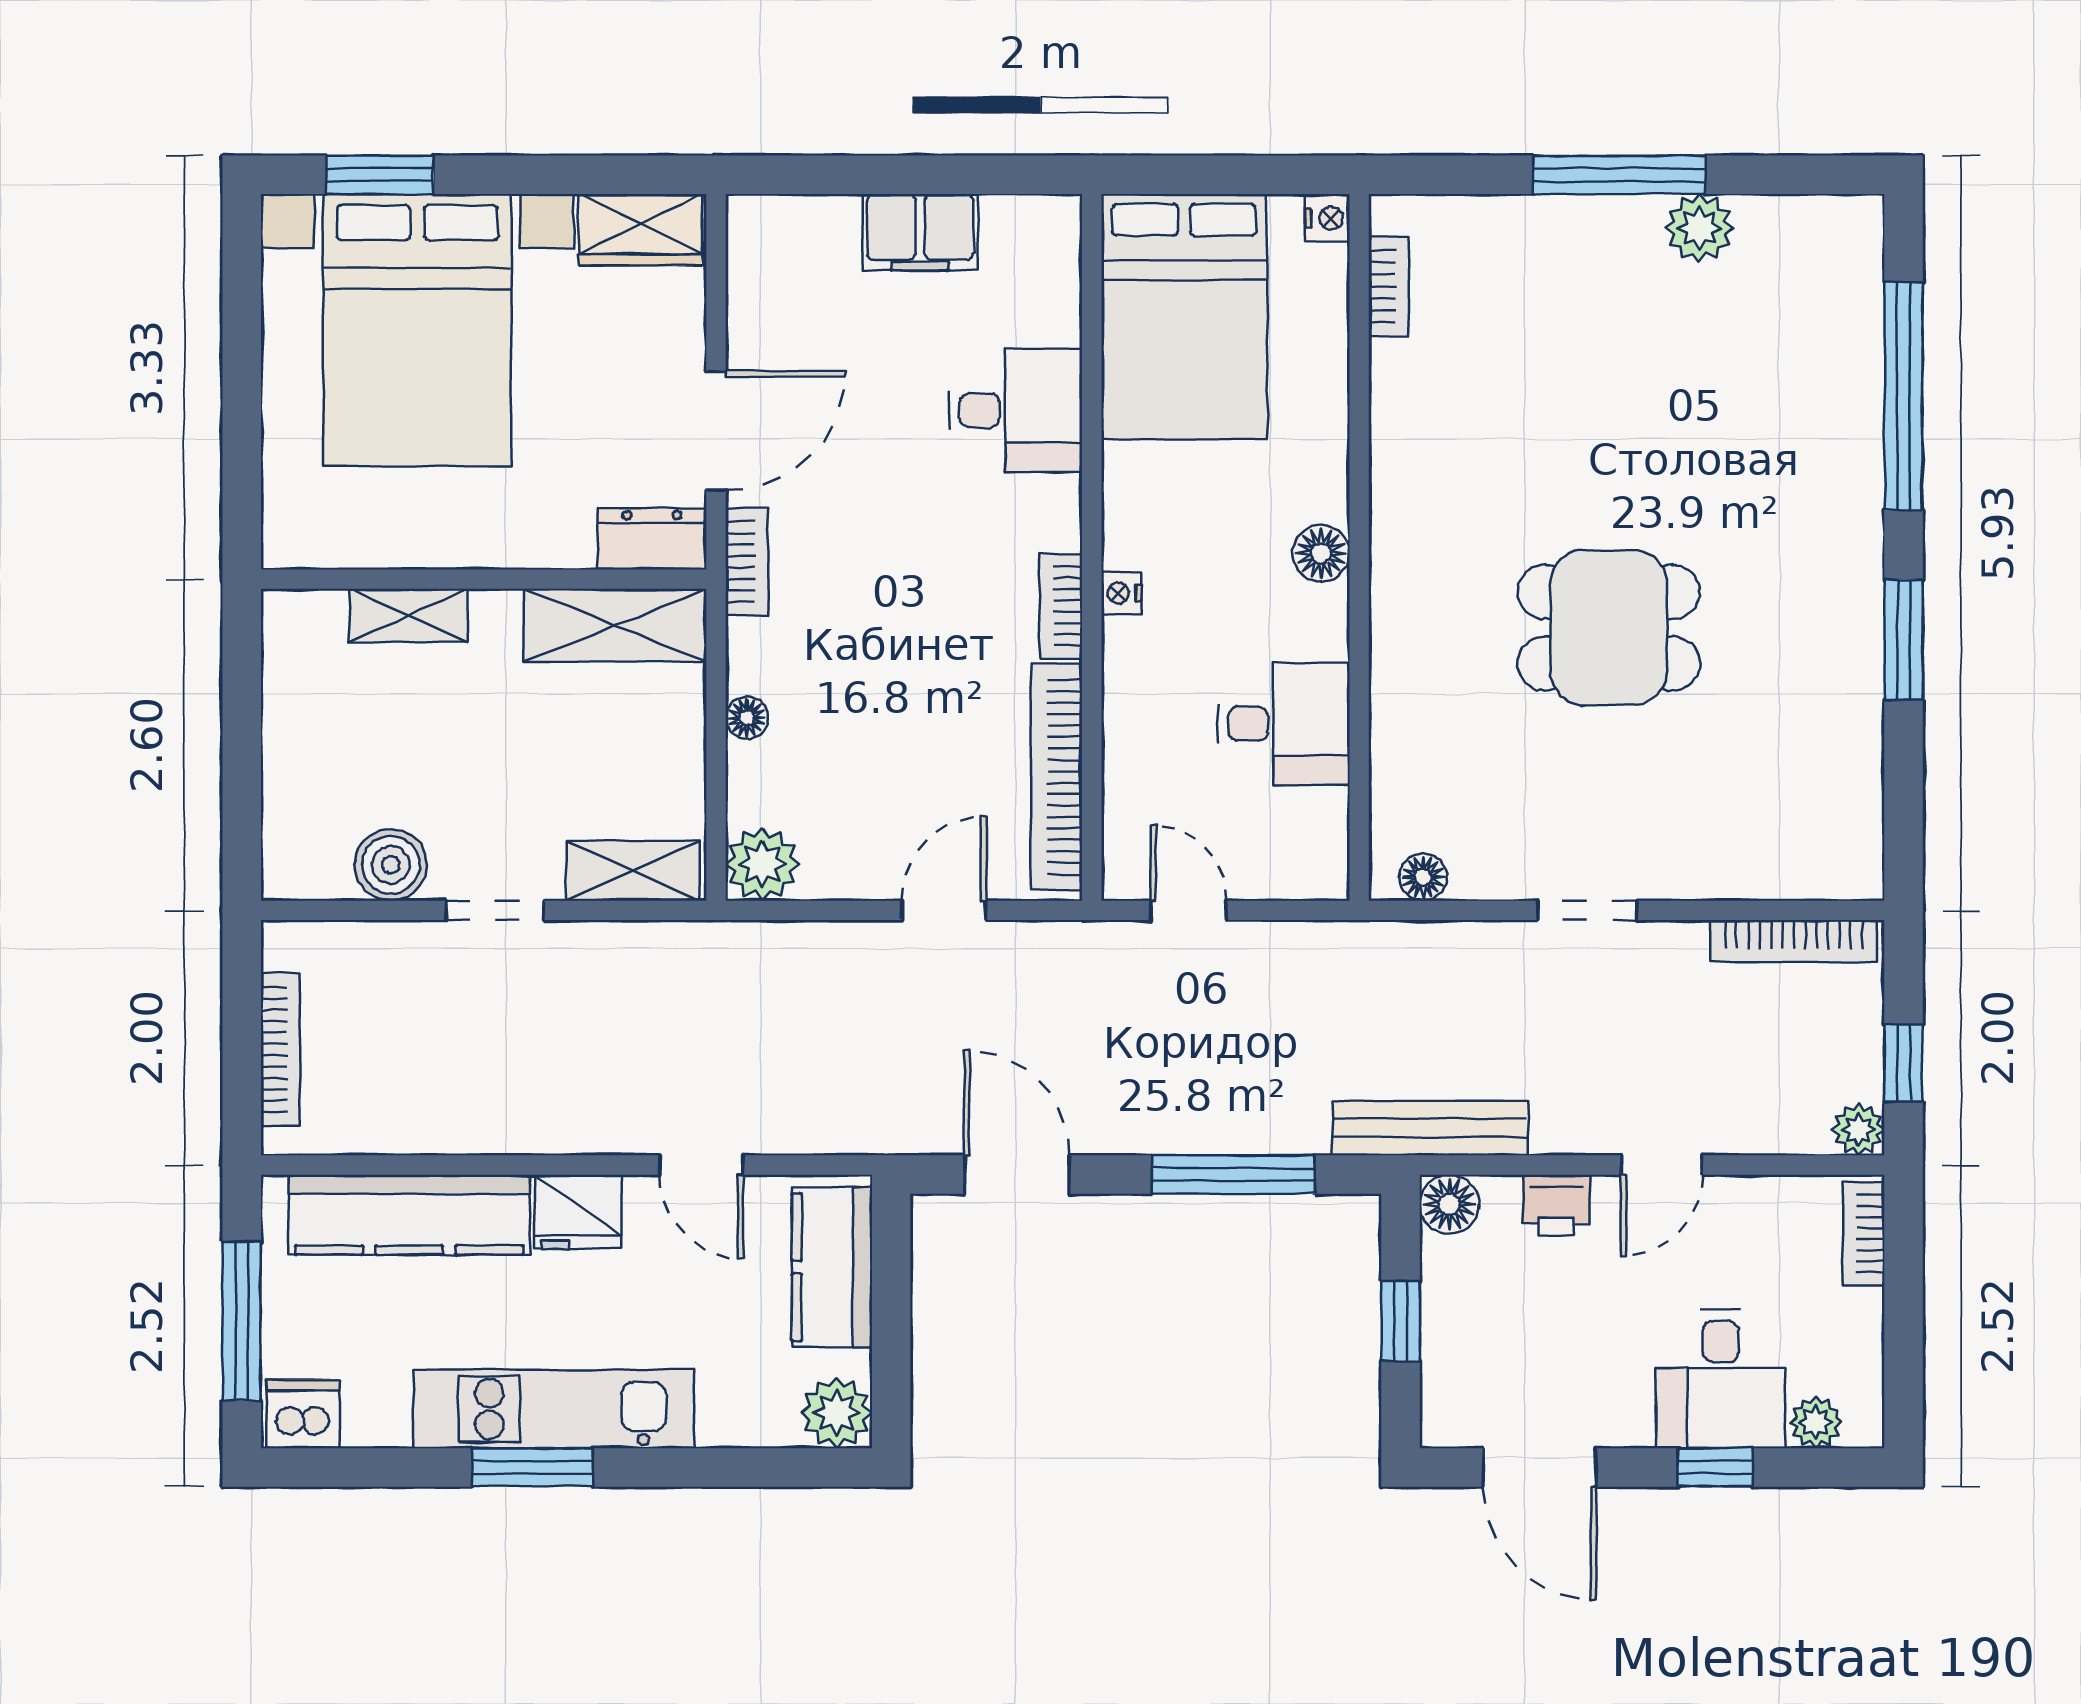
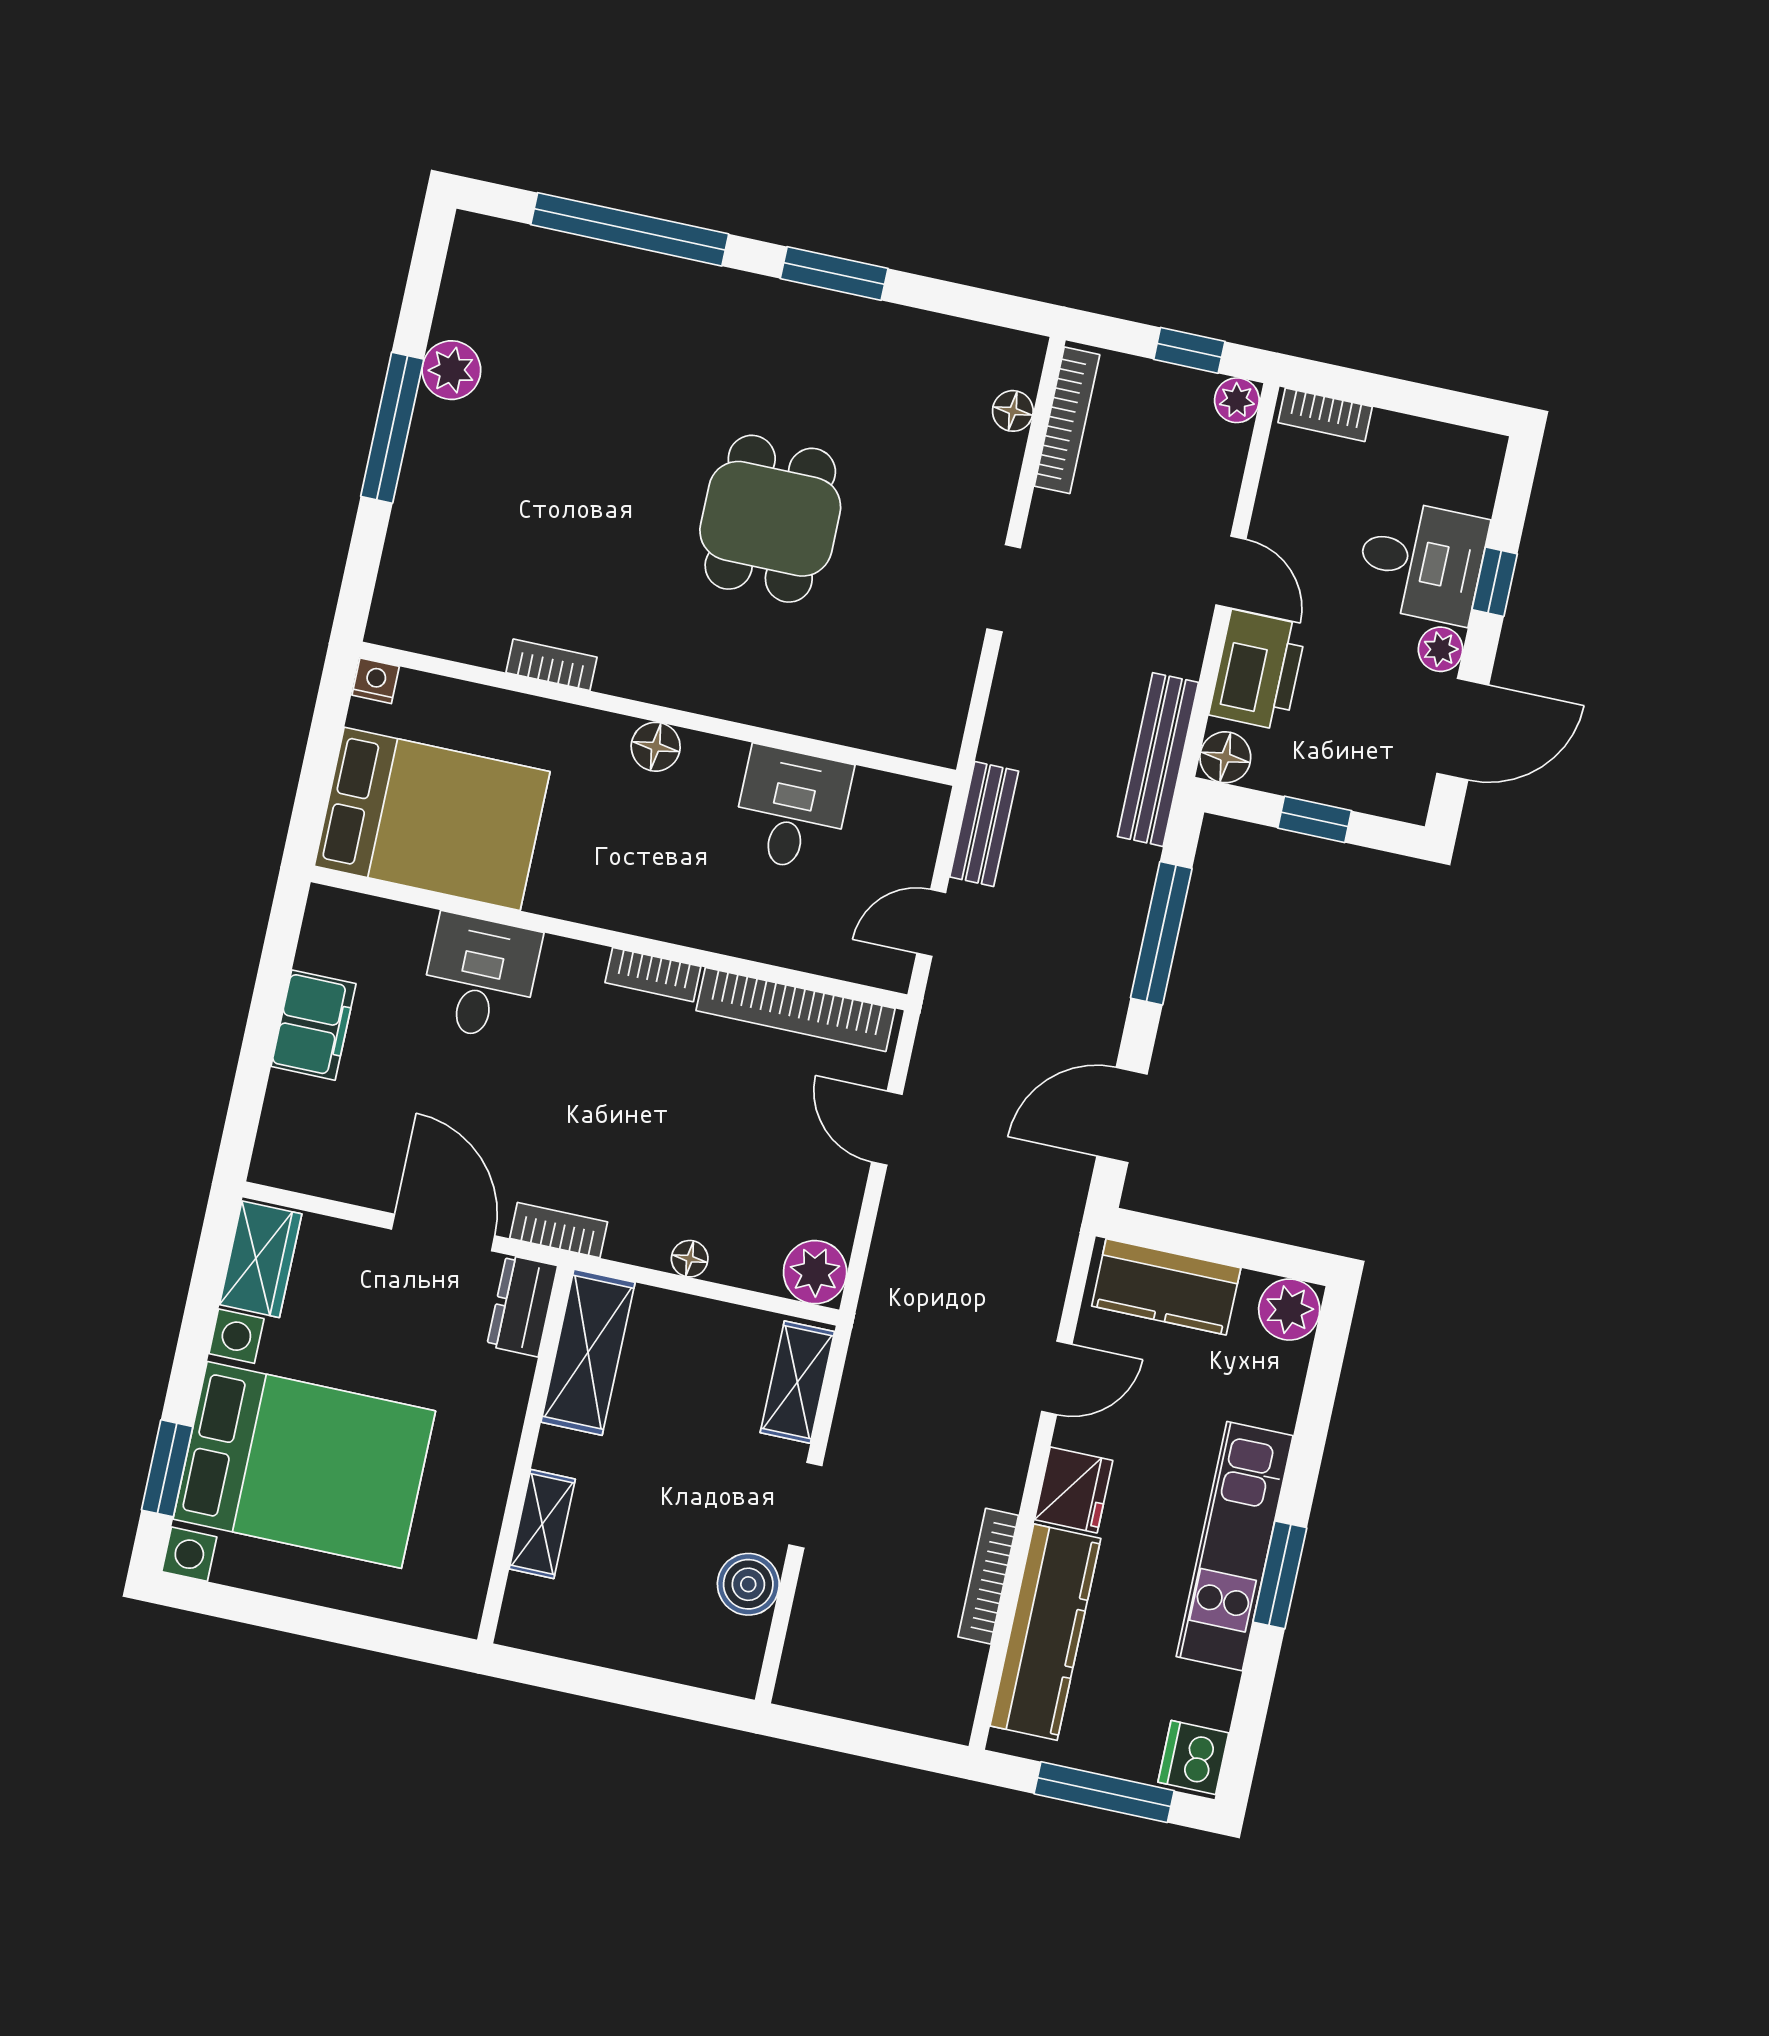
bookcase: (1389, 286) -> (552, 665), moved
nightstand: (1121, 593) -> (653, 922), removed
floor lamp: (1423, 877) -> (1013, 411), moved
bench: (1314, 946) -> (984, 824), added
bookcase: (280, 1050) -> (988, 1576), moved, turned -90
printer: (1556, 1205) -> (1258, 670), width x1.87, depth x1.48
plant: (1816, 1422) -> (1440, 649), moved

